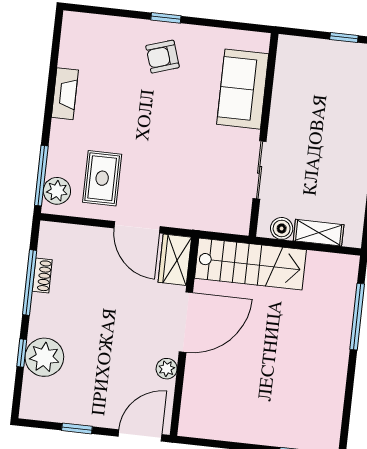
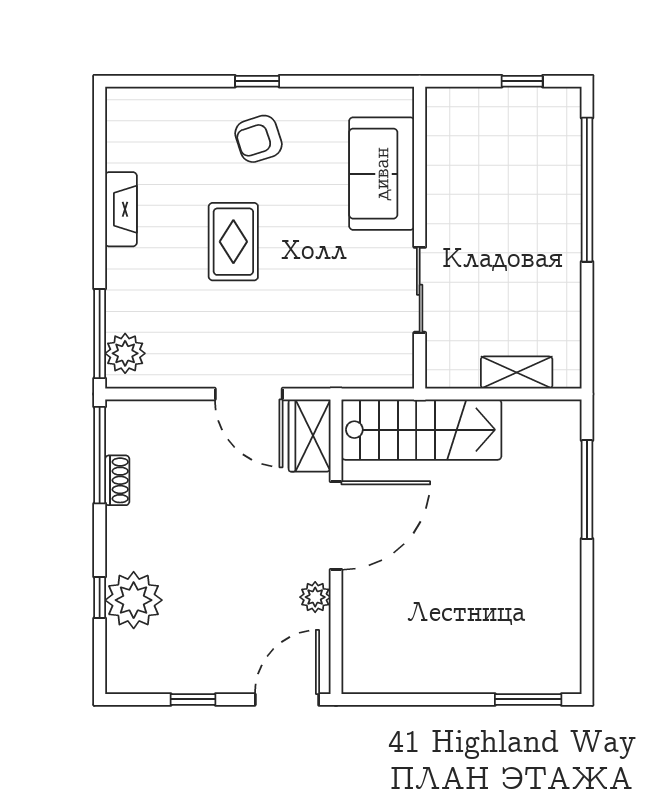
rug: (102, 178) -> (233, 242), moved
boiler: (282, 228) -> (462, 372), removed
window: (30, 283) -> (100, 455), moved

